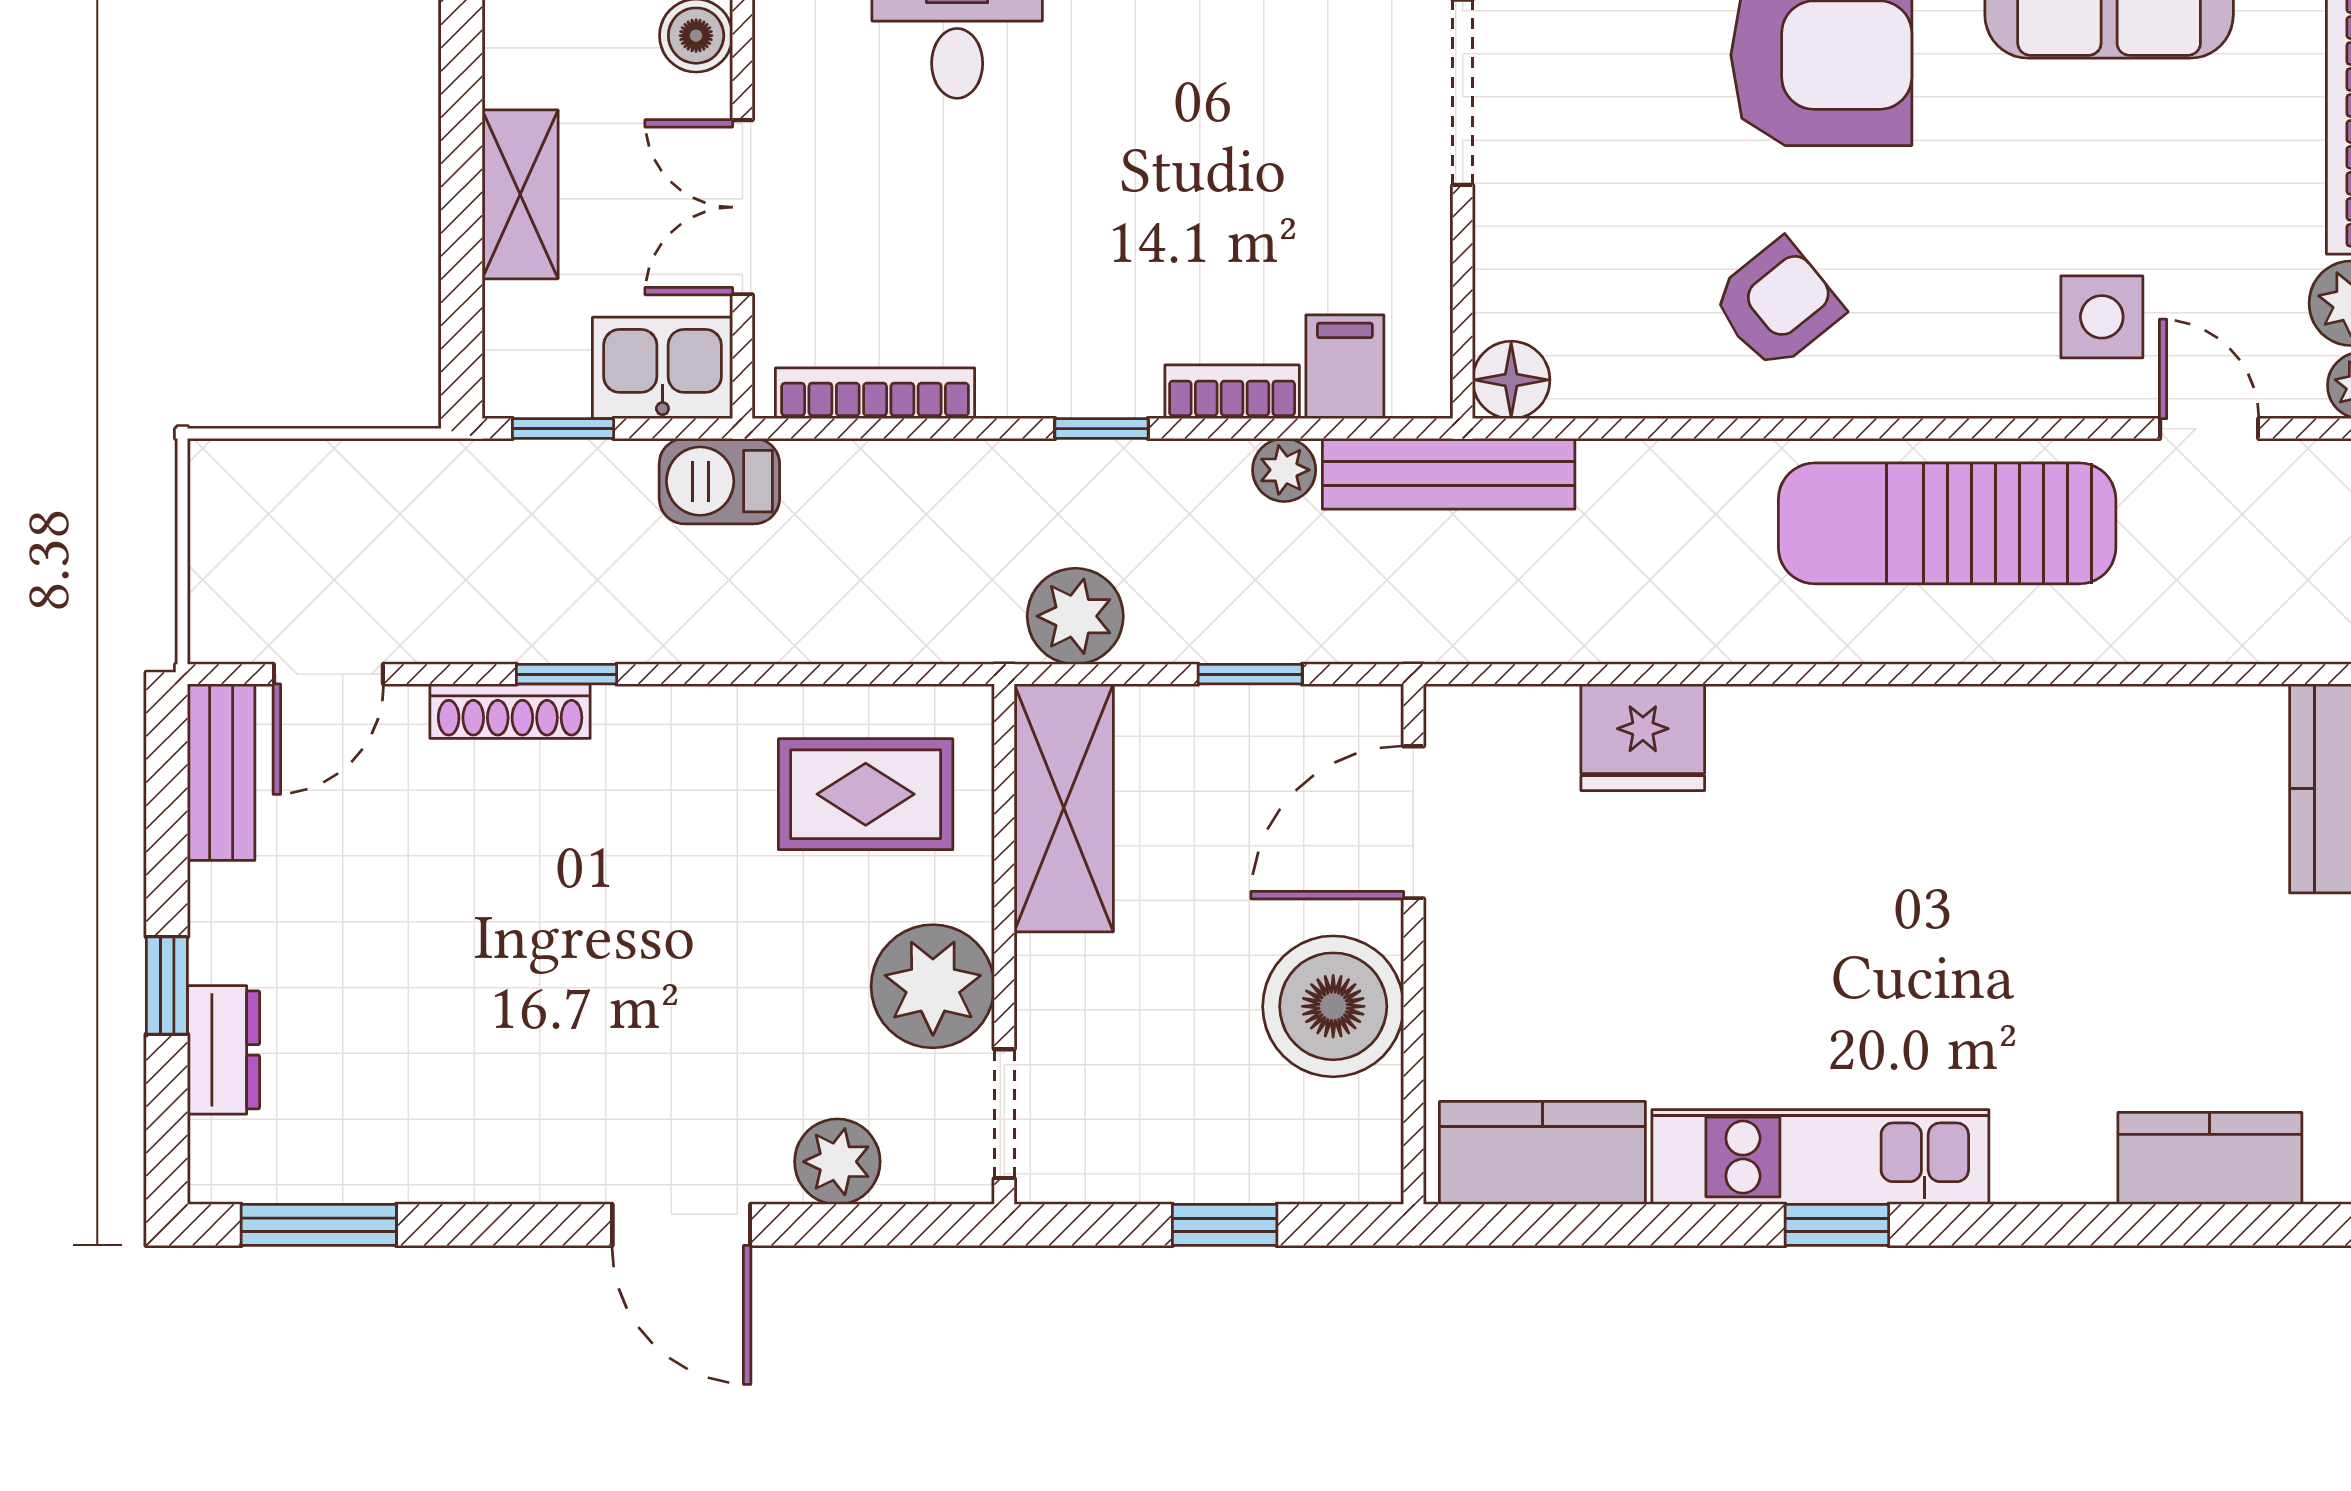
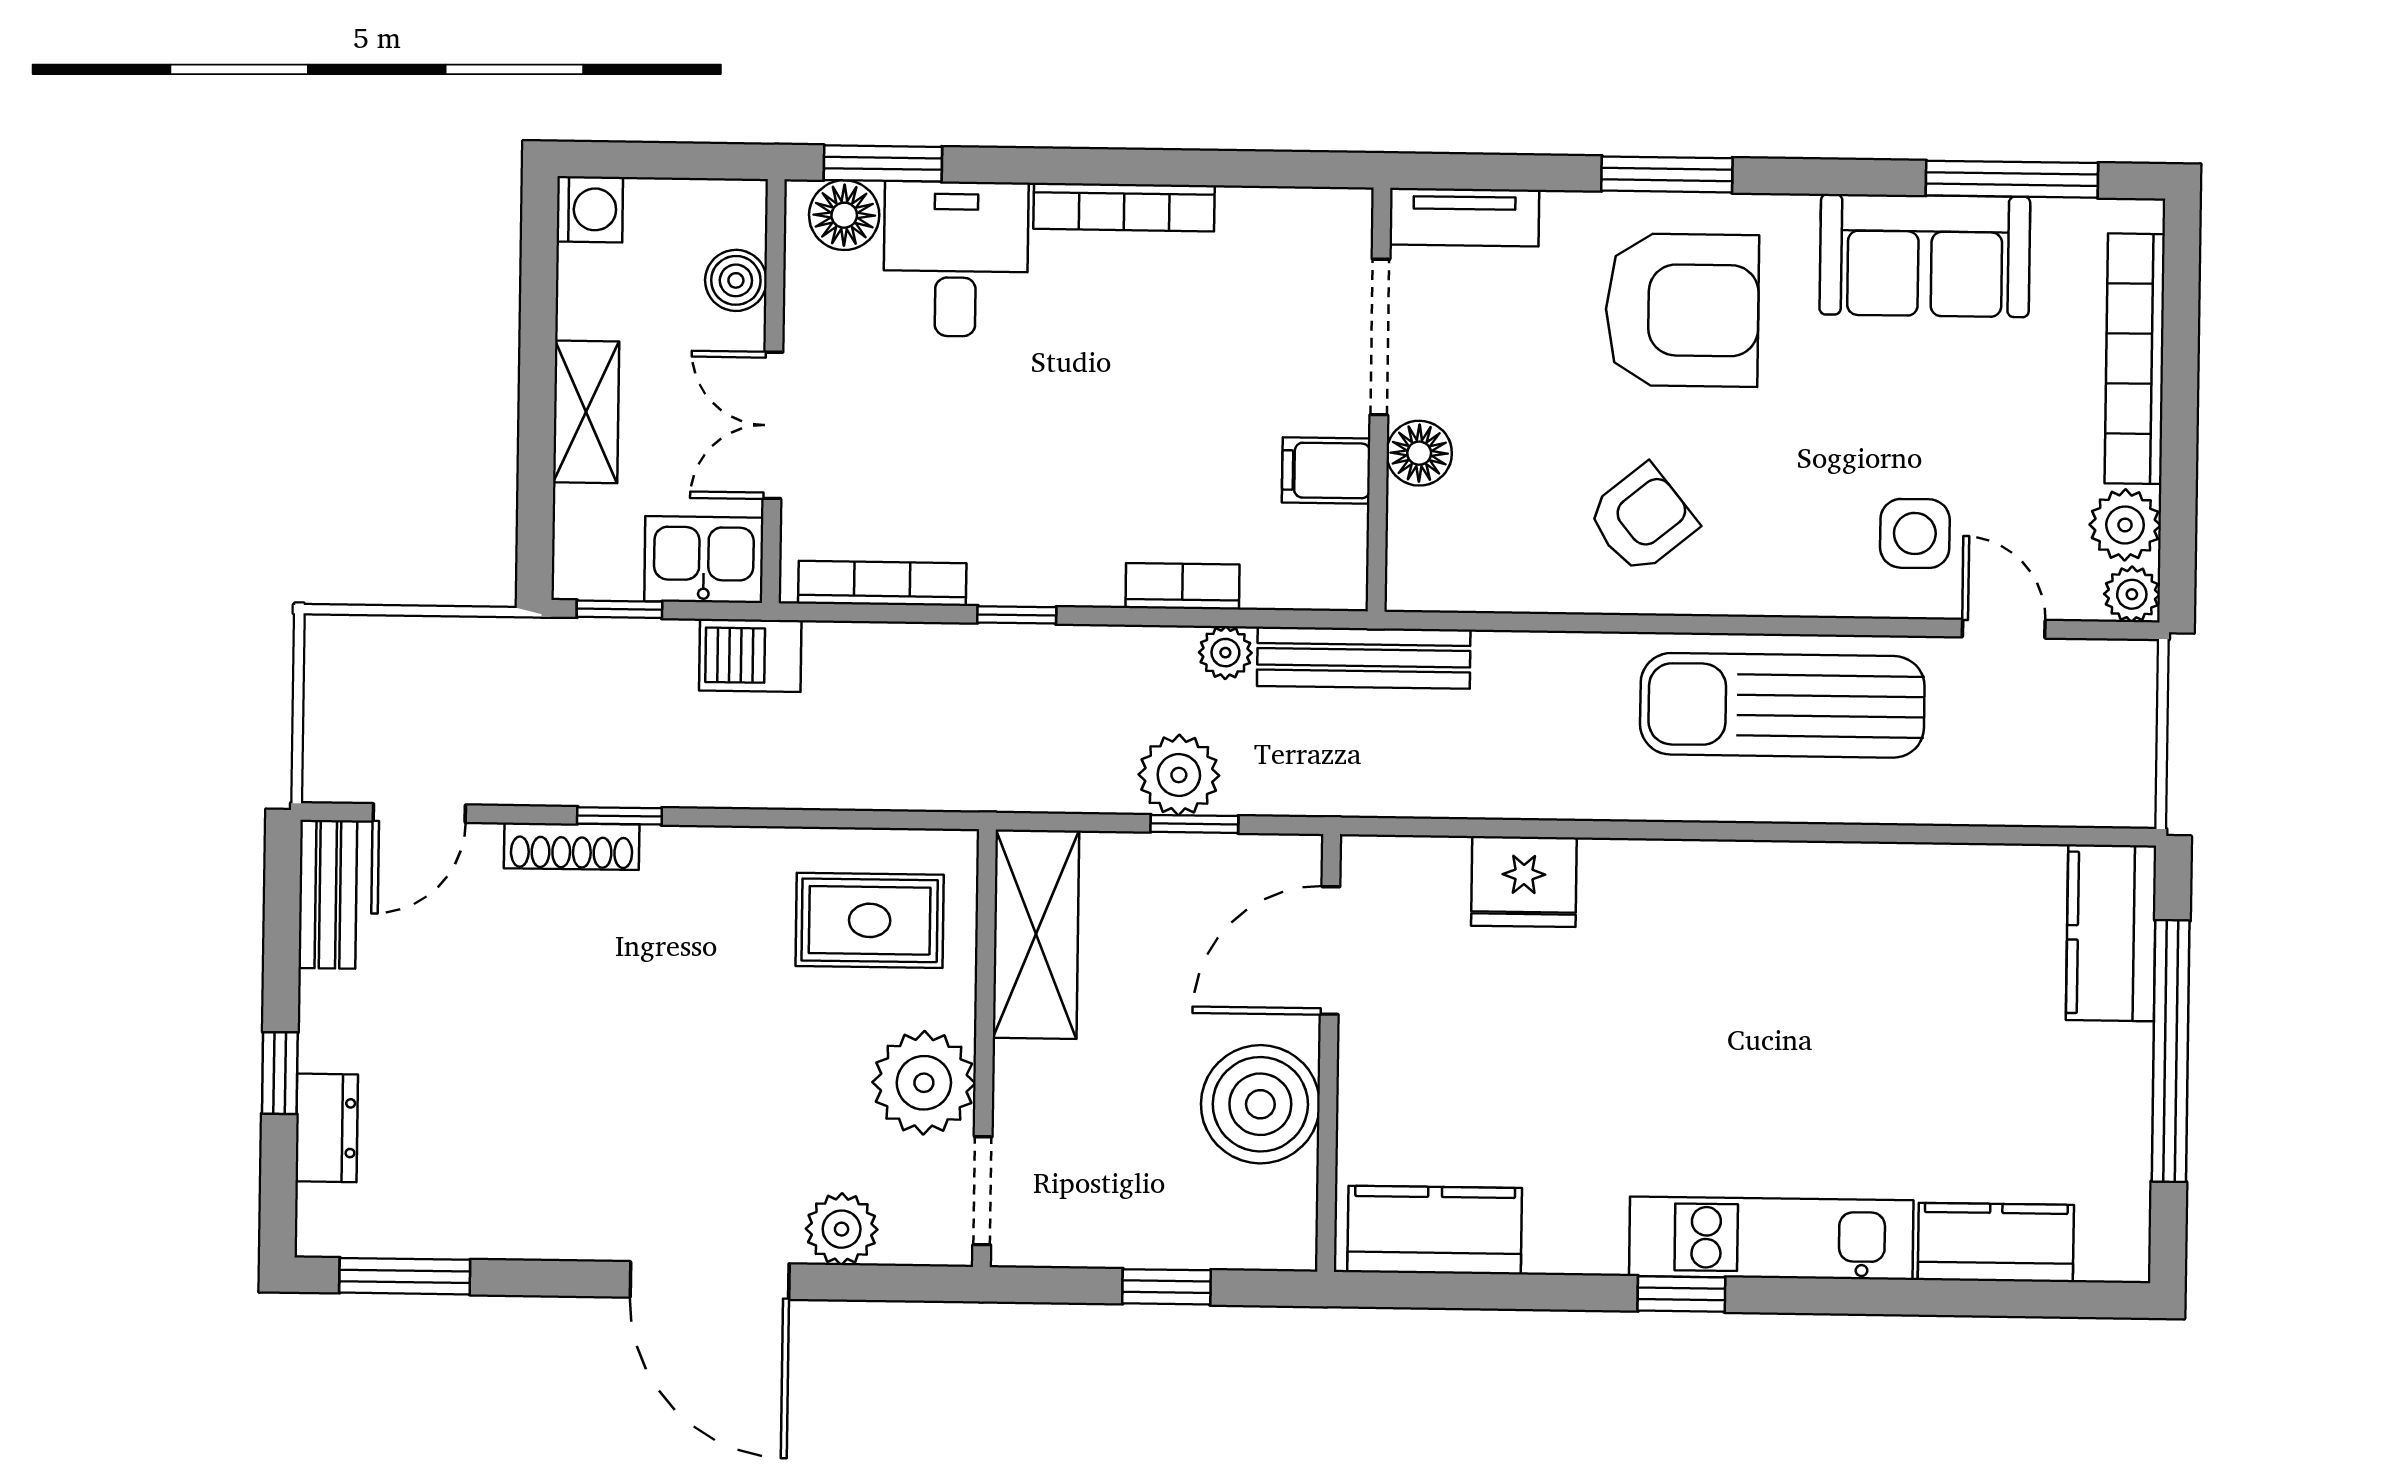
filing cabinet: (1345, 367) -> (1326, 470), moved, turned -90
floor lamp: (1511, 380) -> (1419, 453), moved
window: (1102, 429) -> (1017, 615), moved
plant: (1075, 616) -> (1179, 775), moved
kitchen unit: (1820, 1157) -> (1771, 1238), moved
door: (681, 1225) -> (710, 1280), width x1.36

